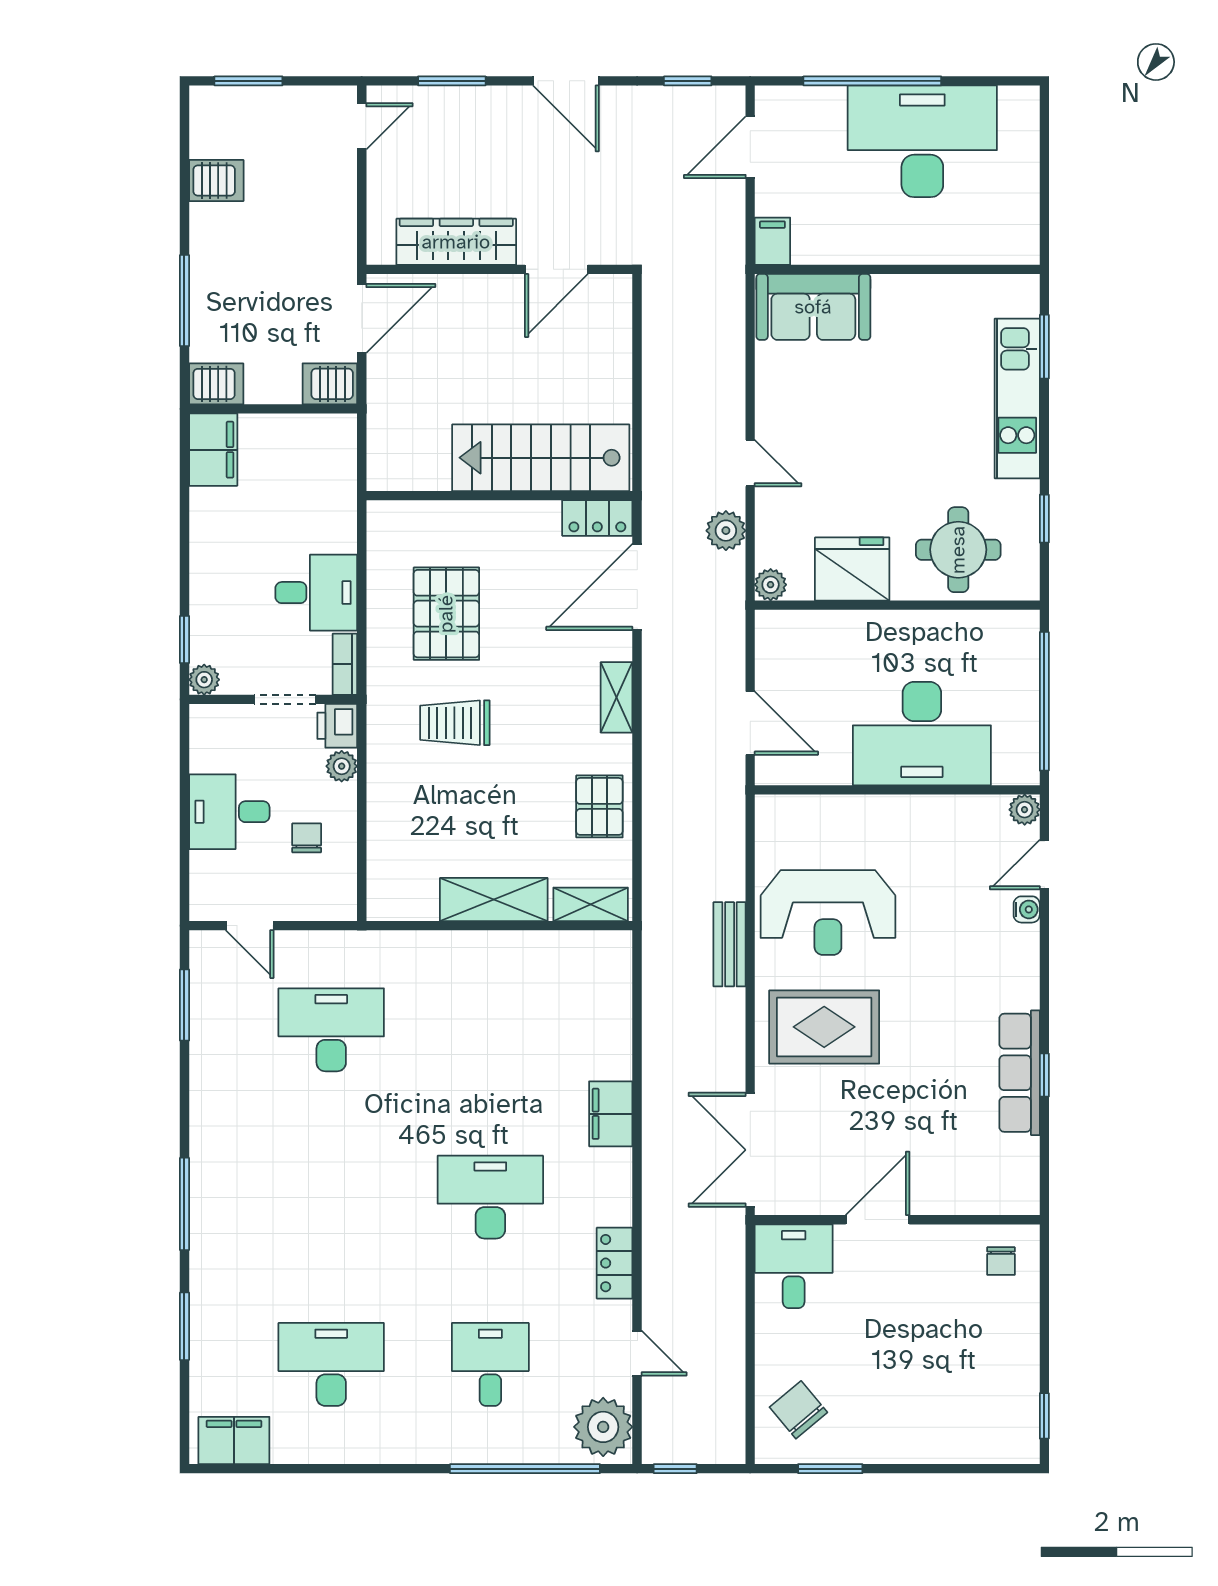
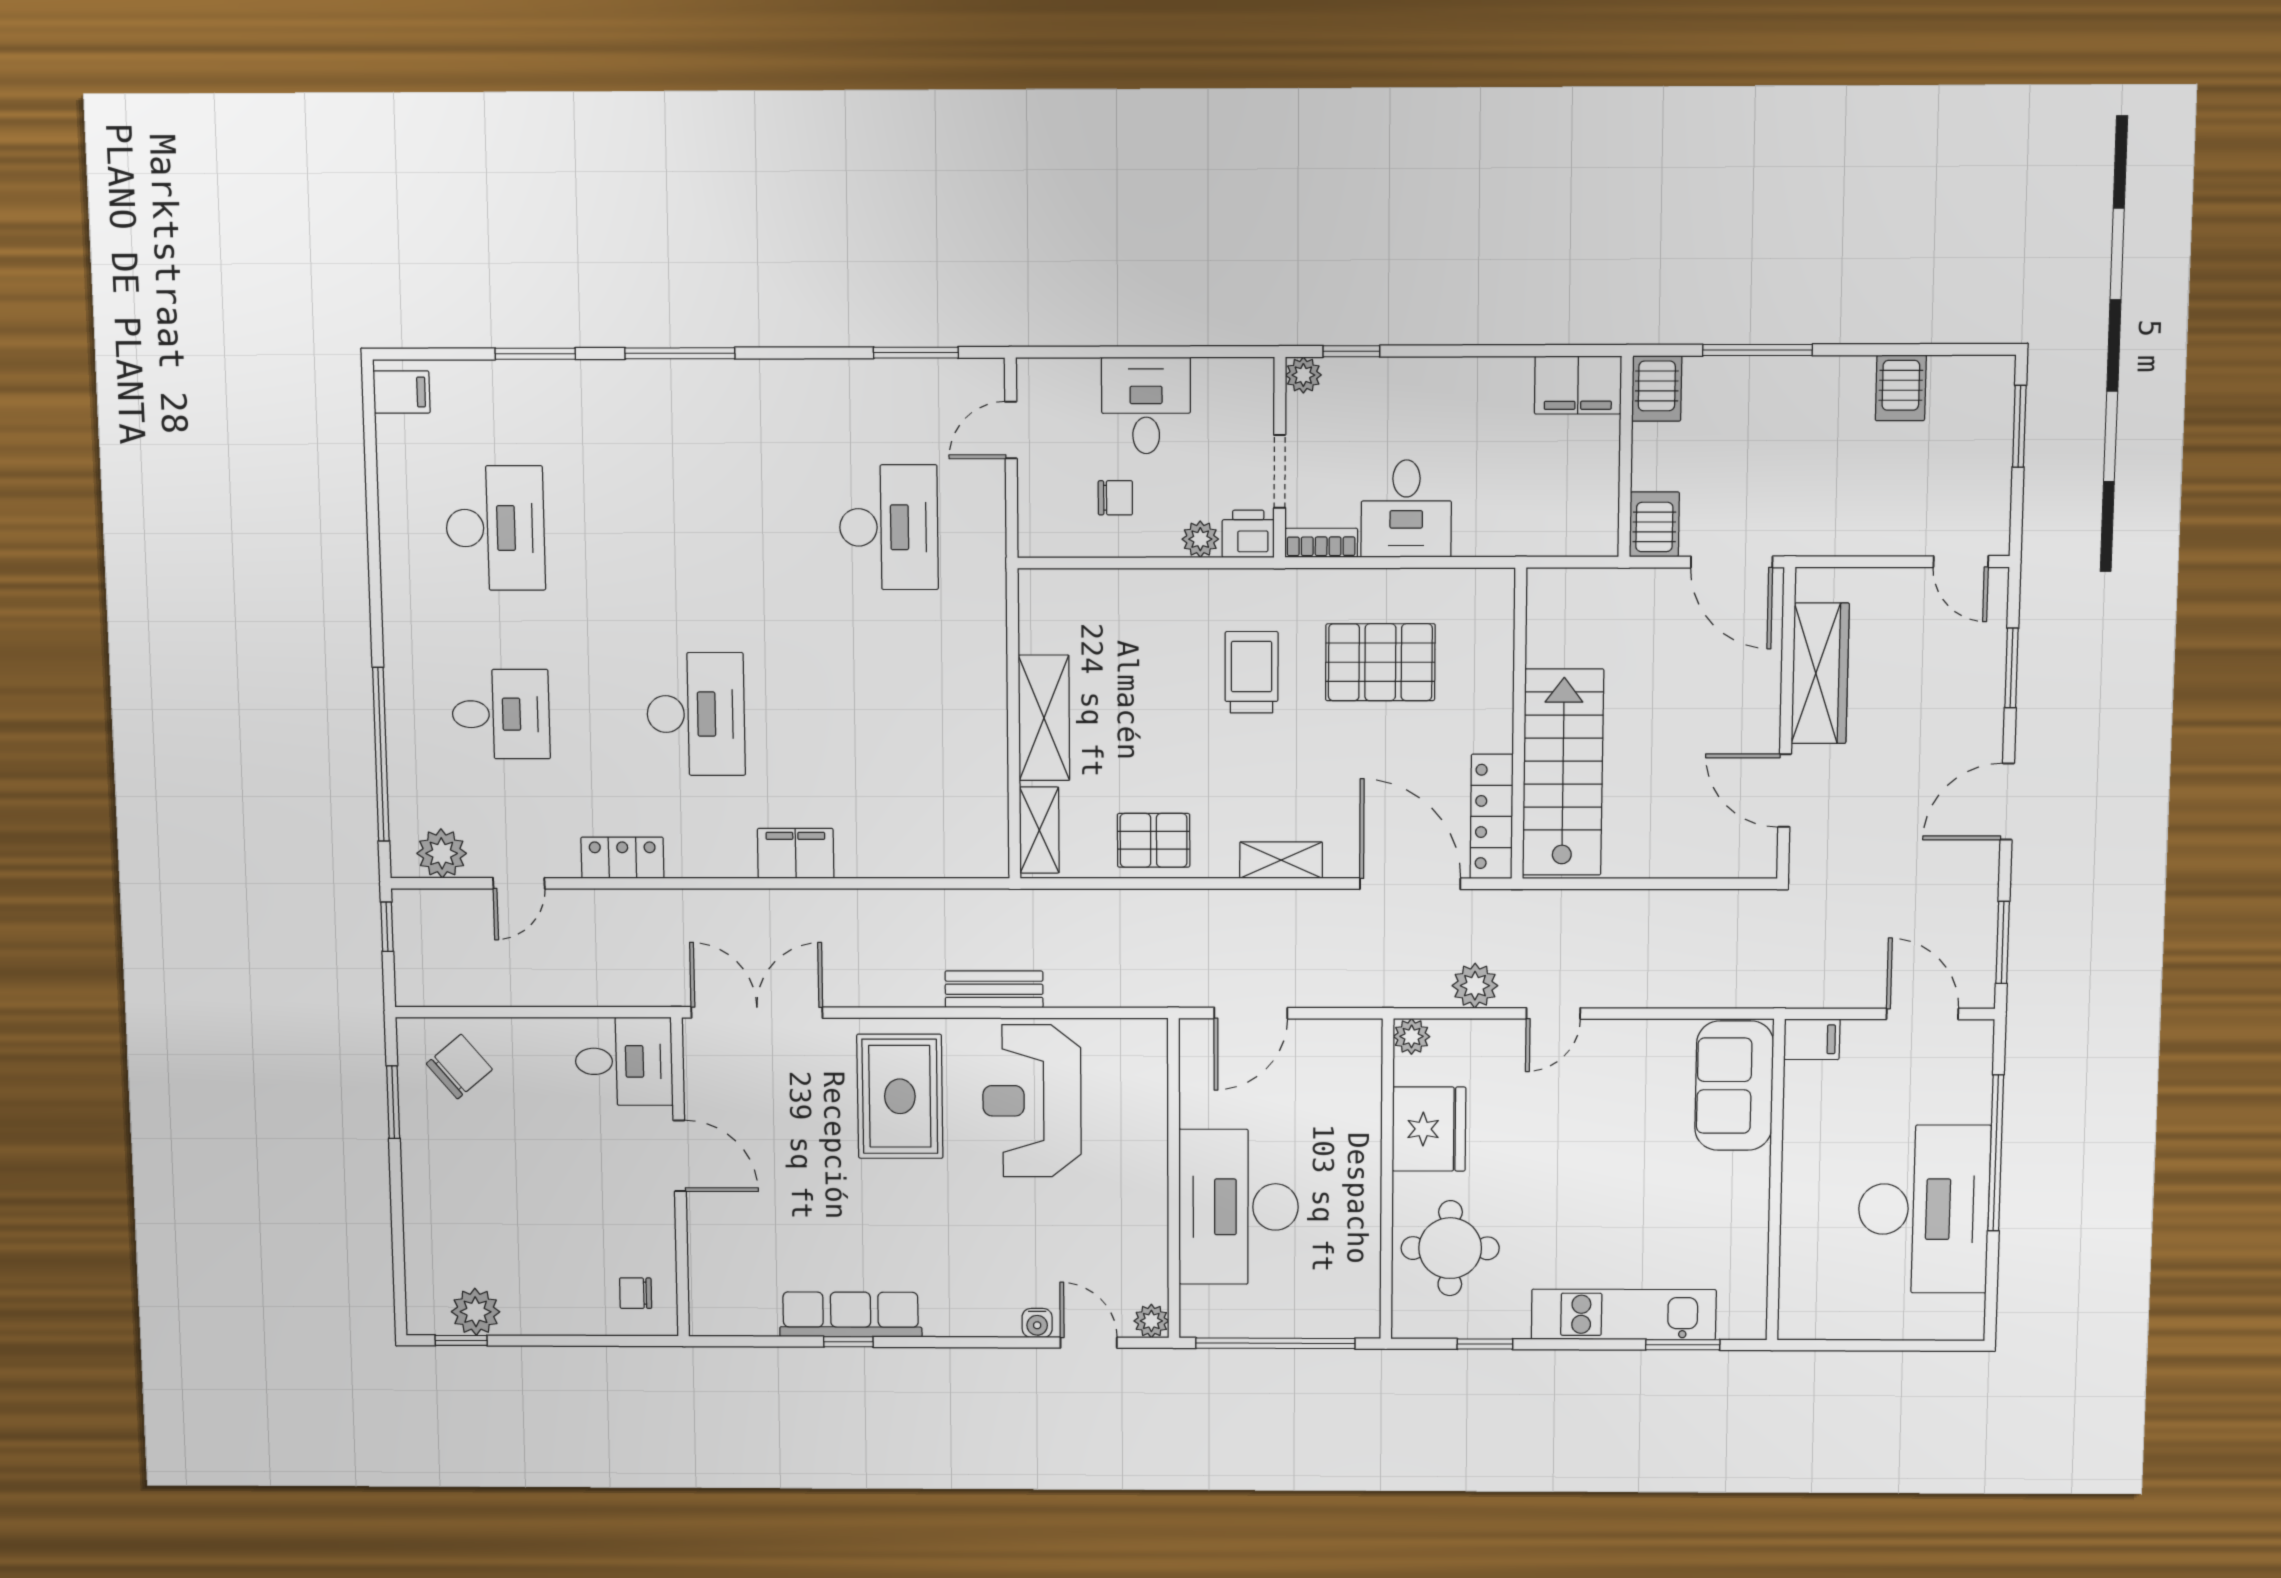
window: (688, 81) -> (2003, 942), width x1.50
locker: (597, 518) -> (1492, 816), width x1.53
plant: (1018, 1402) -> (476, 1312), added
plant: (603, 1427) -> (442, 853), width x0.73, depth x0.73
filing cabinet: (234, 1440) -> (402, 392), width x0.50

